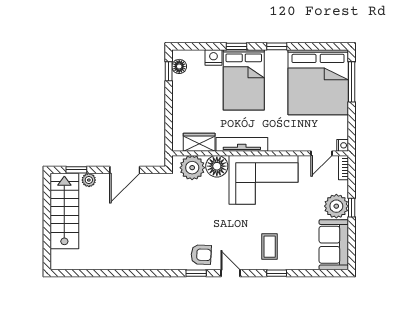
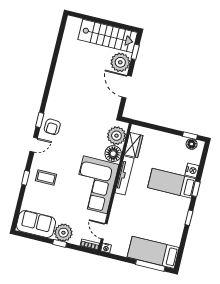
bed: (244, 80) -> (172, 183), width x0.67
bed: (318, 82) -> (153, 252), width x0.49
plant: (89, 180) -> (120, 62), width x1.88, depth x1.88

